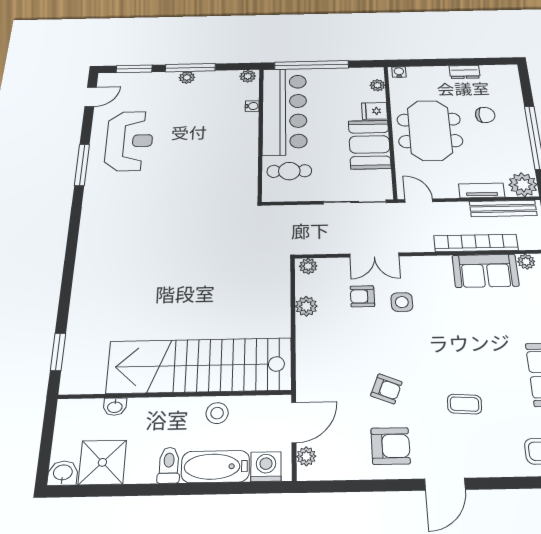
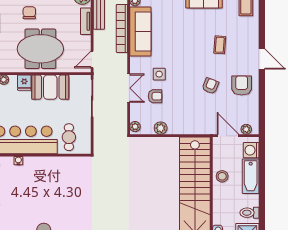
sofa: (485, 271) -> (140, 31), width x1.36
armchair: (362, 296) -> (155, 96), turned -90
toilet: (169, 465) -> (249, 213), moved

